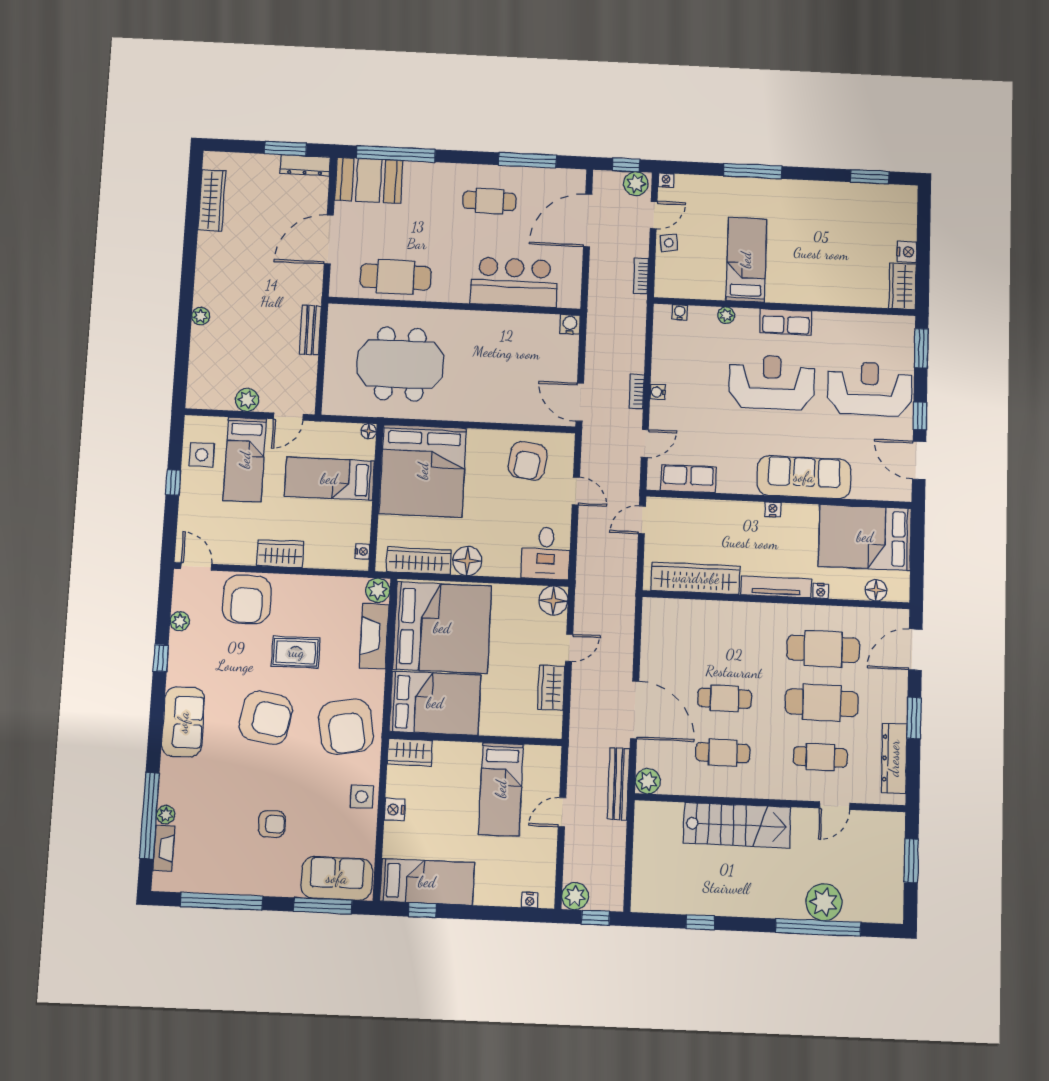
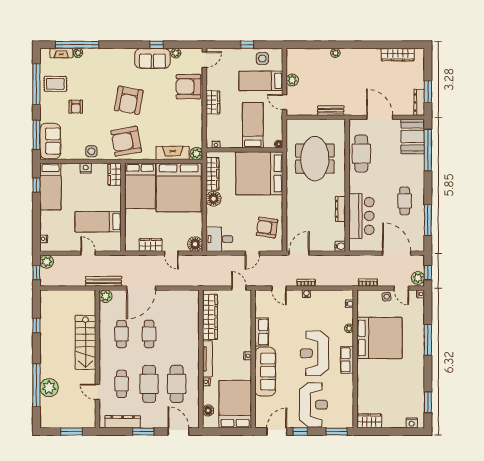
nightstand: (907, 252) -> (412, 423), moved
bed: (746, 260) -> (379, 338), width x2.04
dresser: (499, 321) -> (340, 209), added
reception desk: (772, 382) -> (314, 353), turned 180
row of seats: (688, 479) -> (262, 332), moved
rug: (296, 652) -> (55, 84), moved, turned 90
sofa: (183, 722) -> (152, 58), moved

